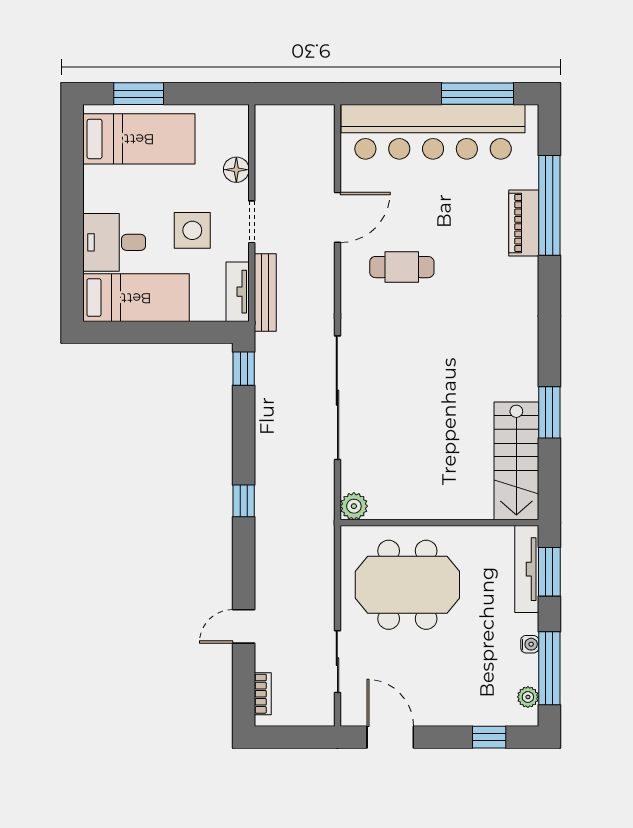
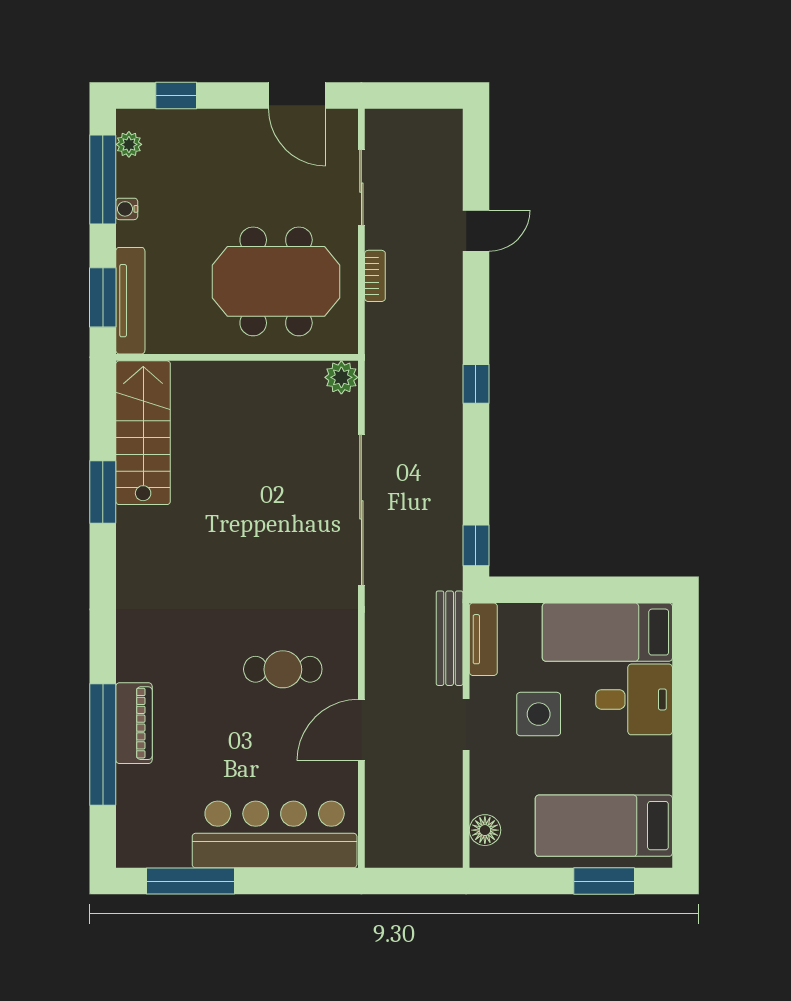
bar counter: (433, 132) -> (275, 834), width x0.73
floor lamp: (236, 170) -> (485, 830), moved
bookcase: (263, 694) -> (375, 276), moved, turned 180

